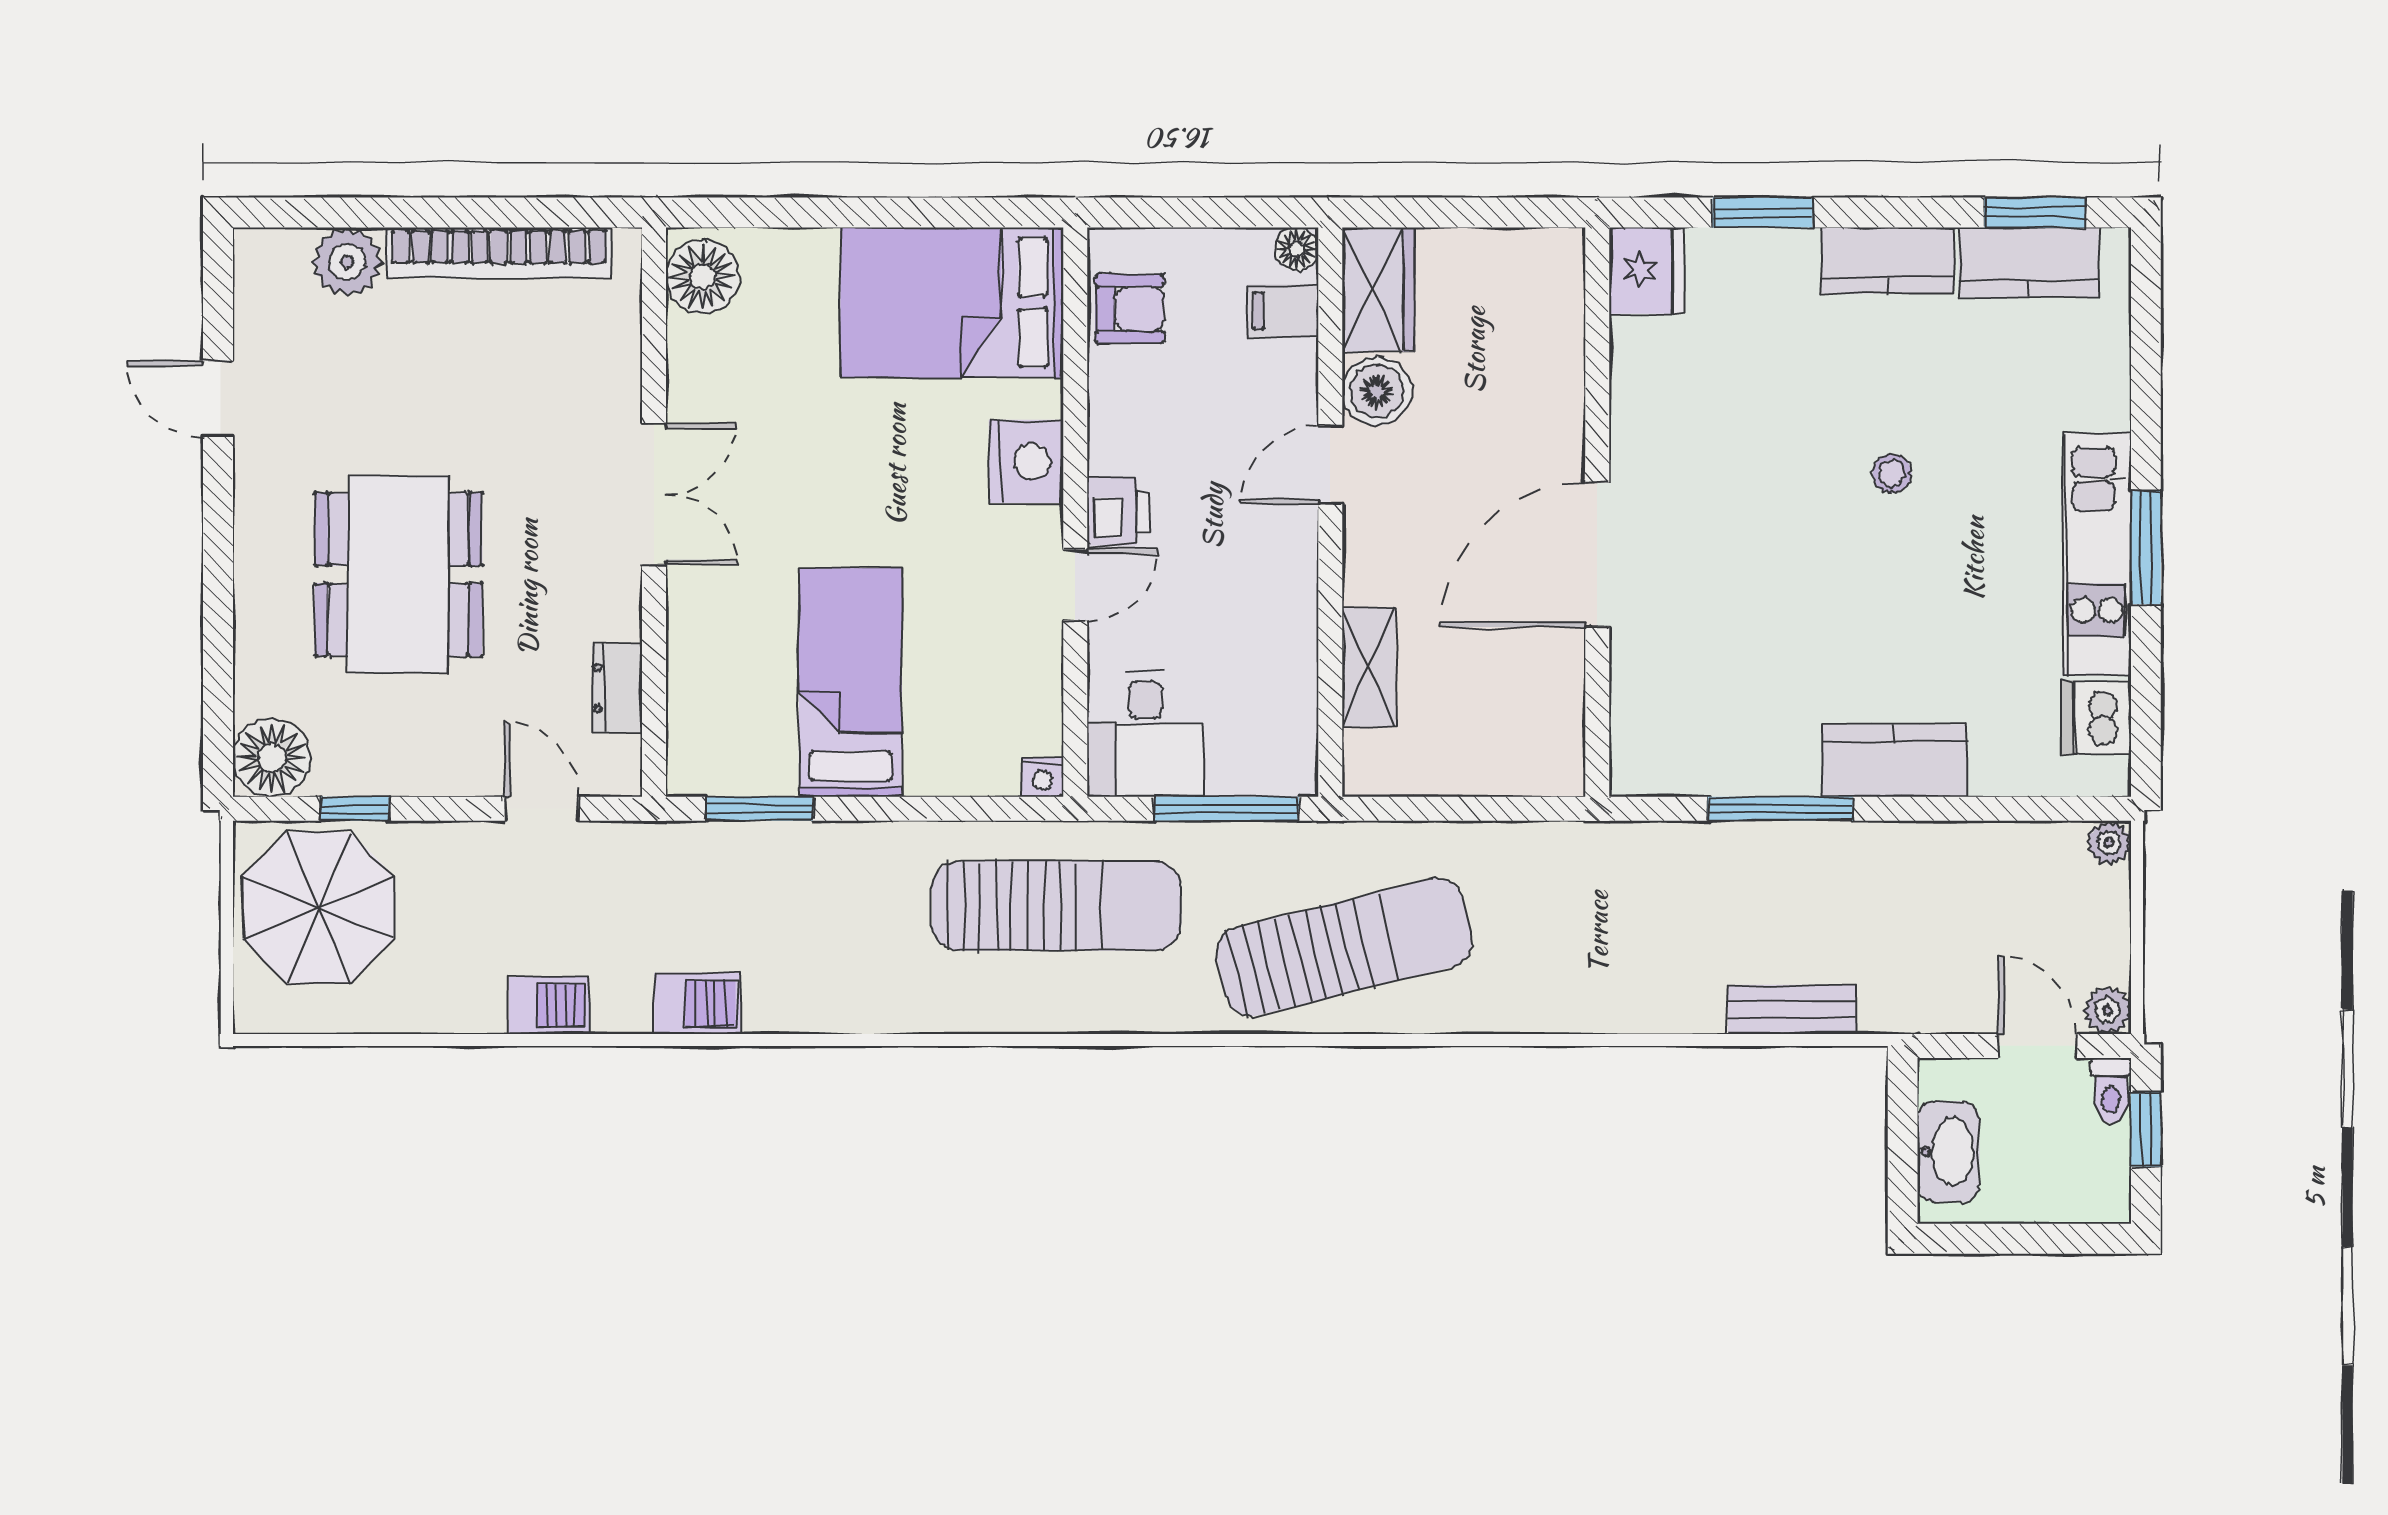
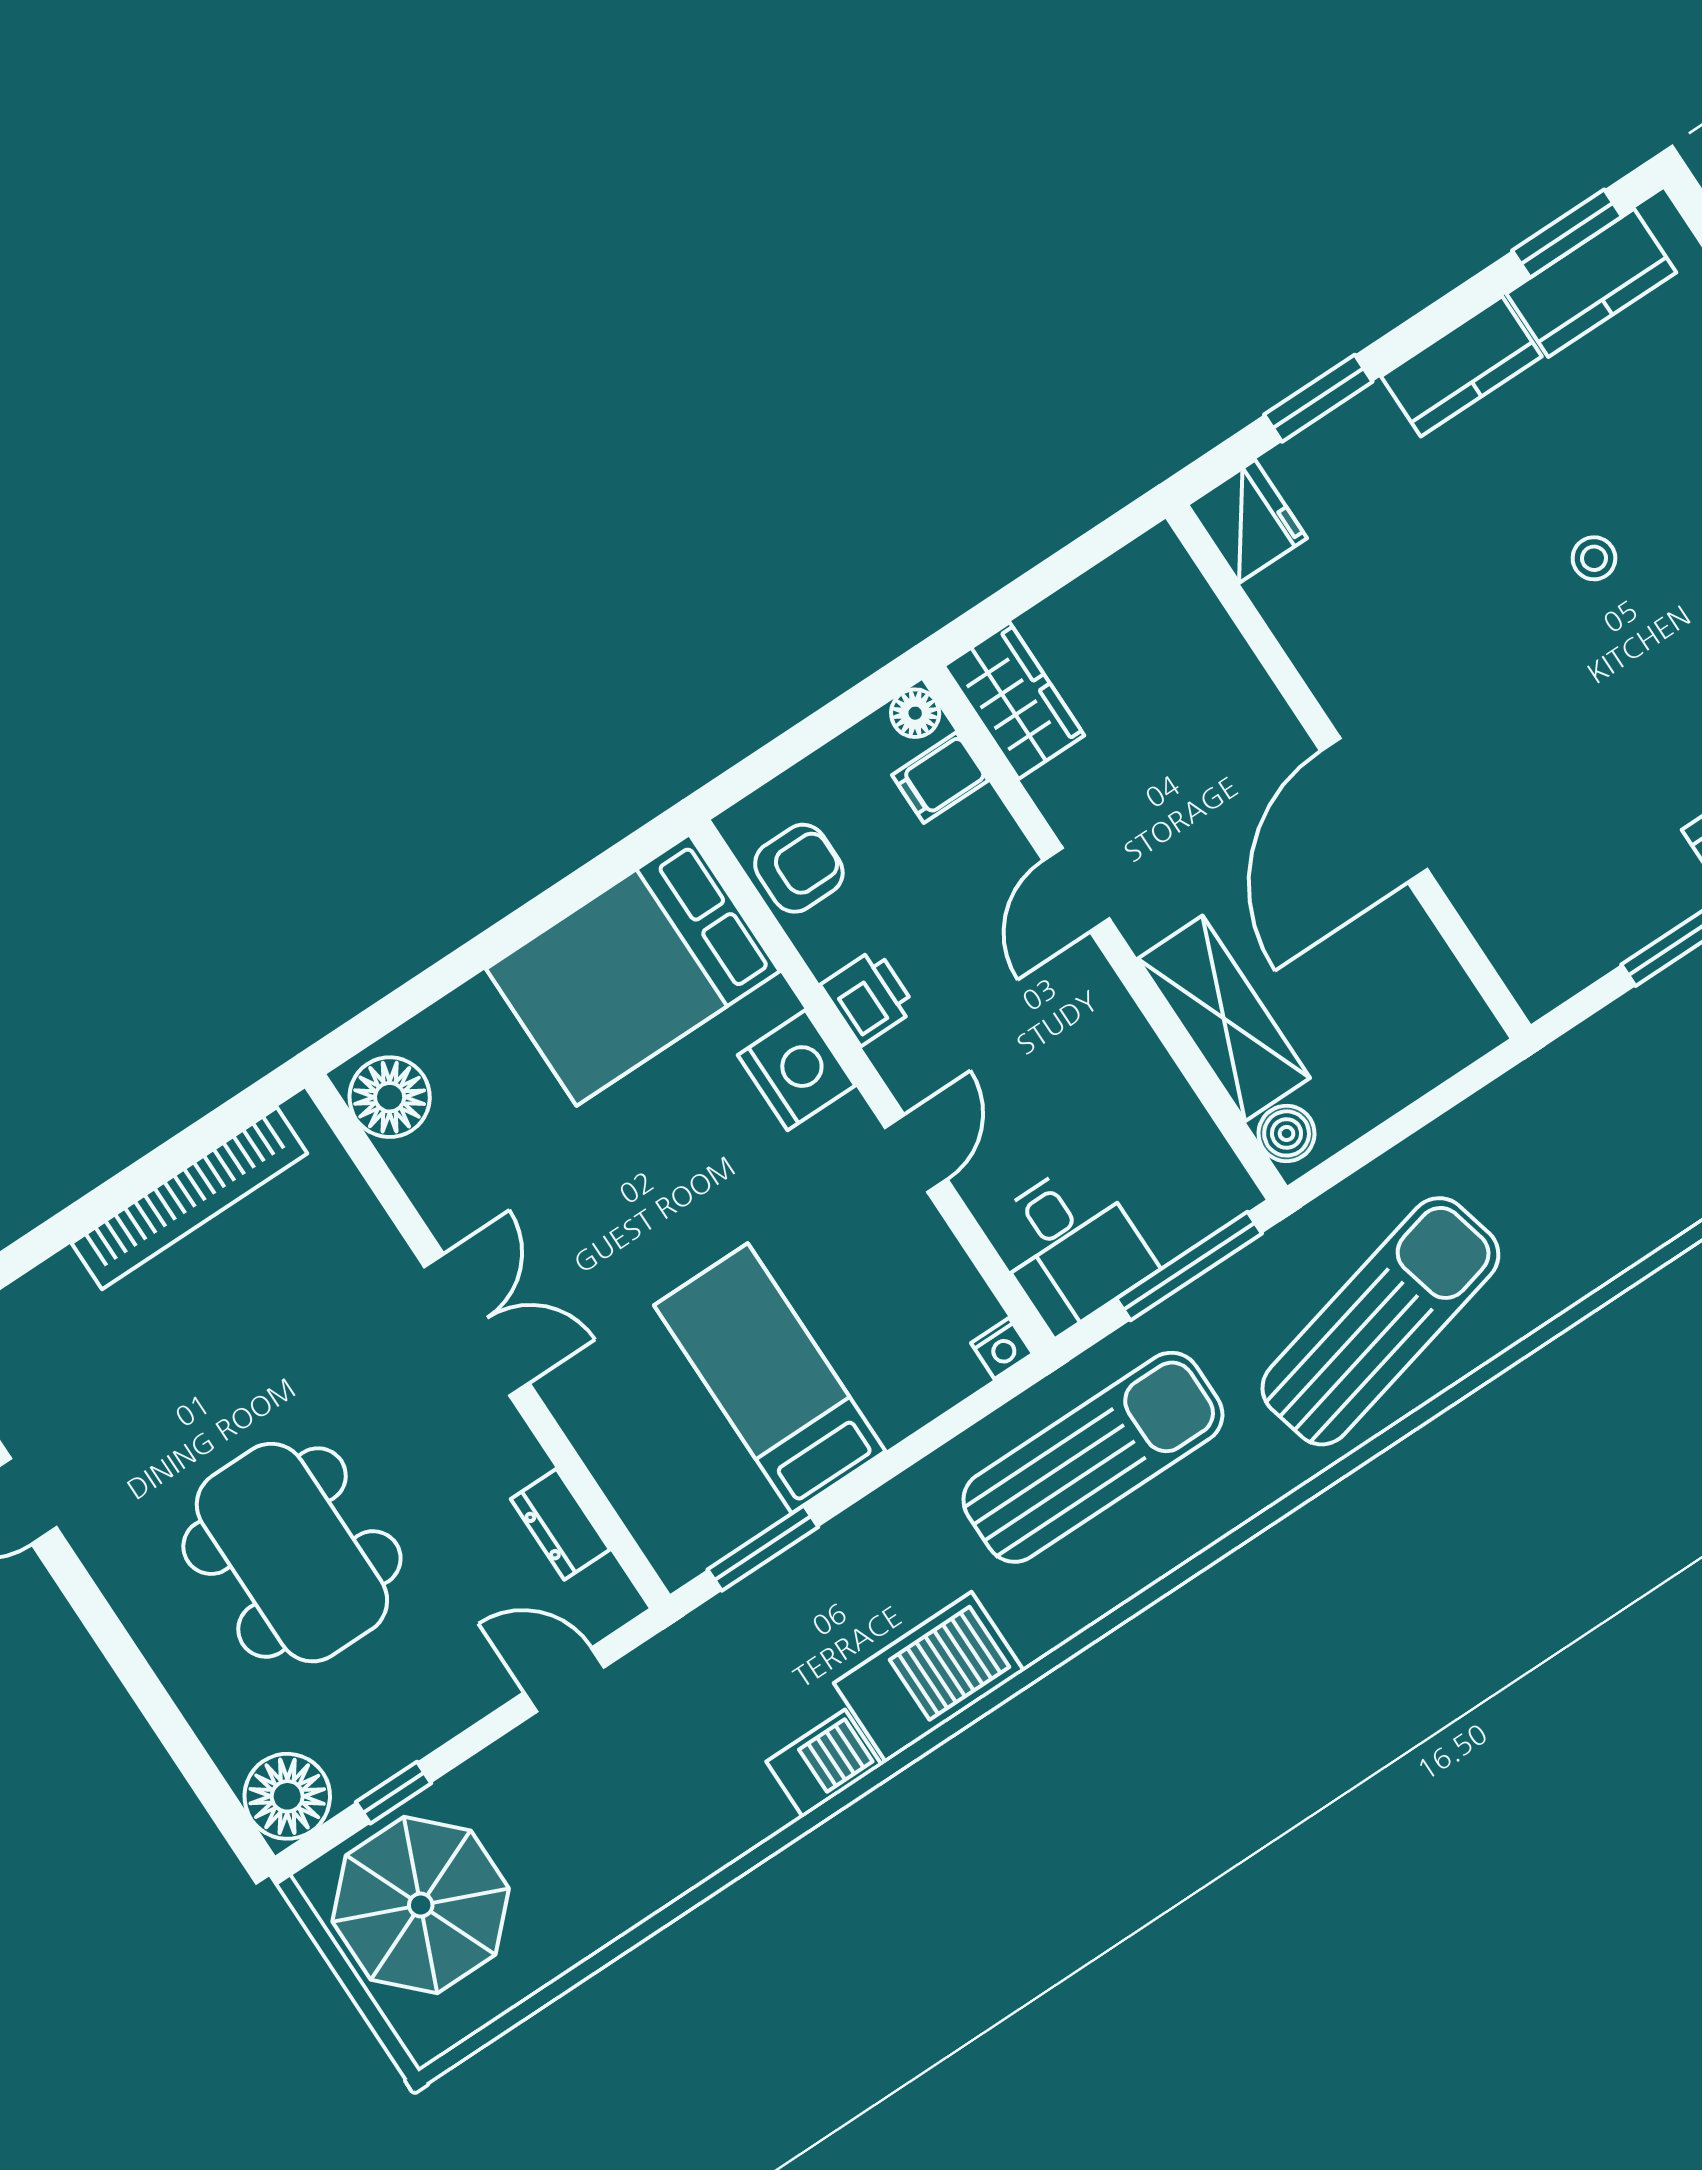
plant: (347, 262) -> (56, 1298), removed
boiler: (1377, 391) -> (1287, 1133), moved, width x0.73, depth x0.73
printer: (1118, 512) -> (868, 997), moved
shelving: (1369, 667) -> (1224, 1018), width x1.50, depth x1.33
barbecue: (549, 1006) -> (929, 1677), moved, width x1.88, depth x1.53

